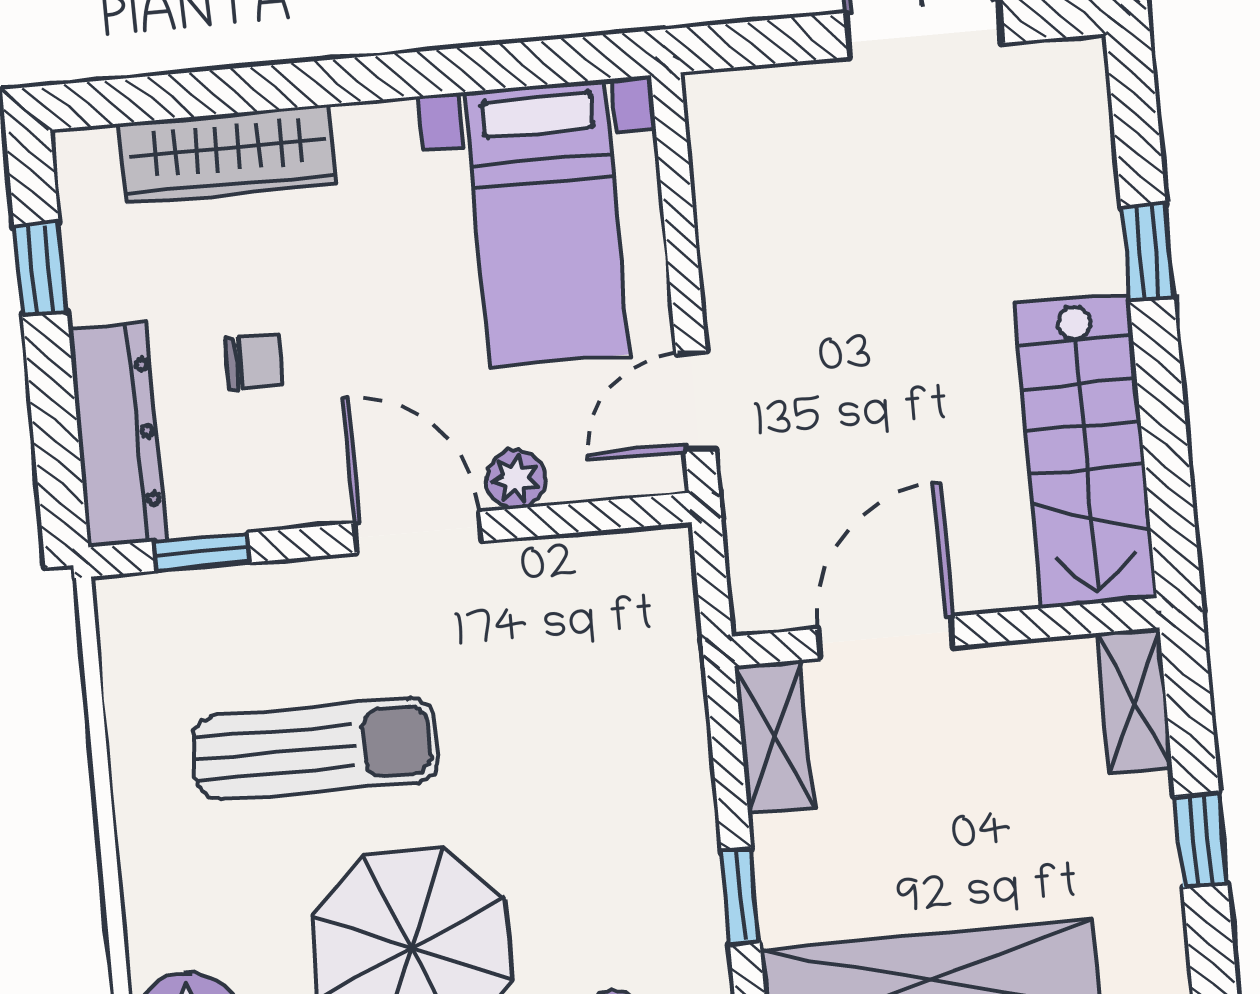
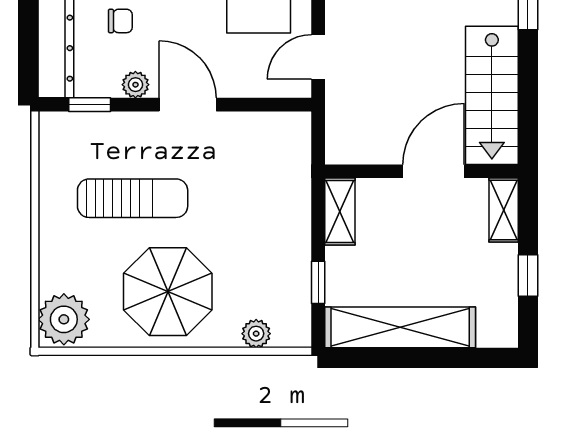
plant: (516, 479) -> (135, 85), moved
door: (886, 637) -> (433, 171), moved

